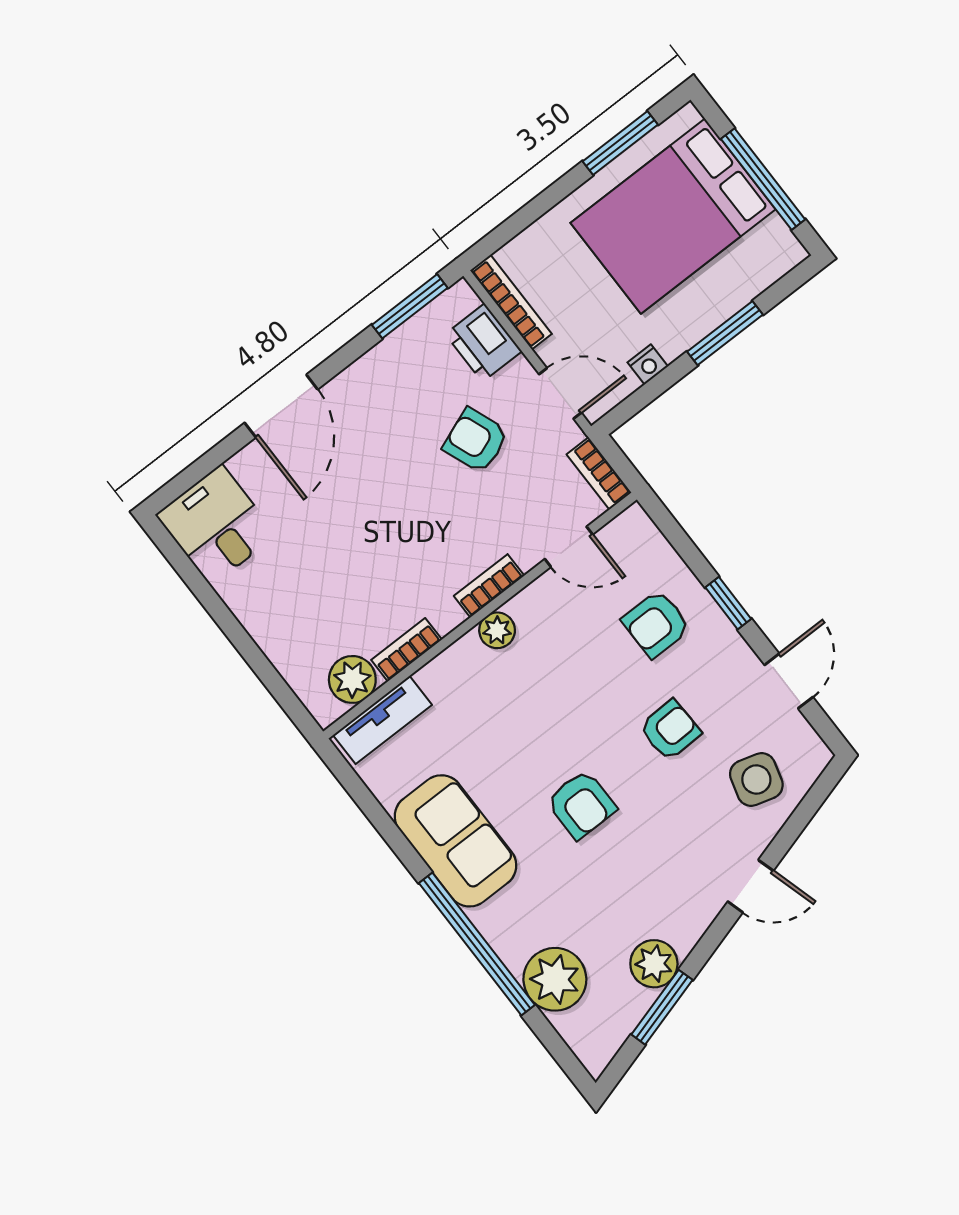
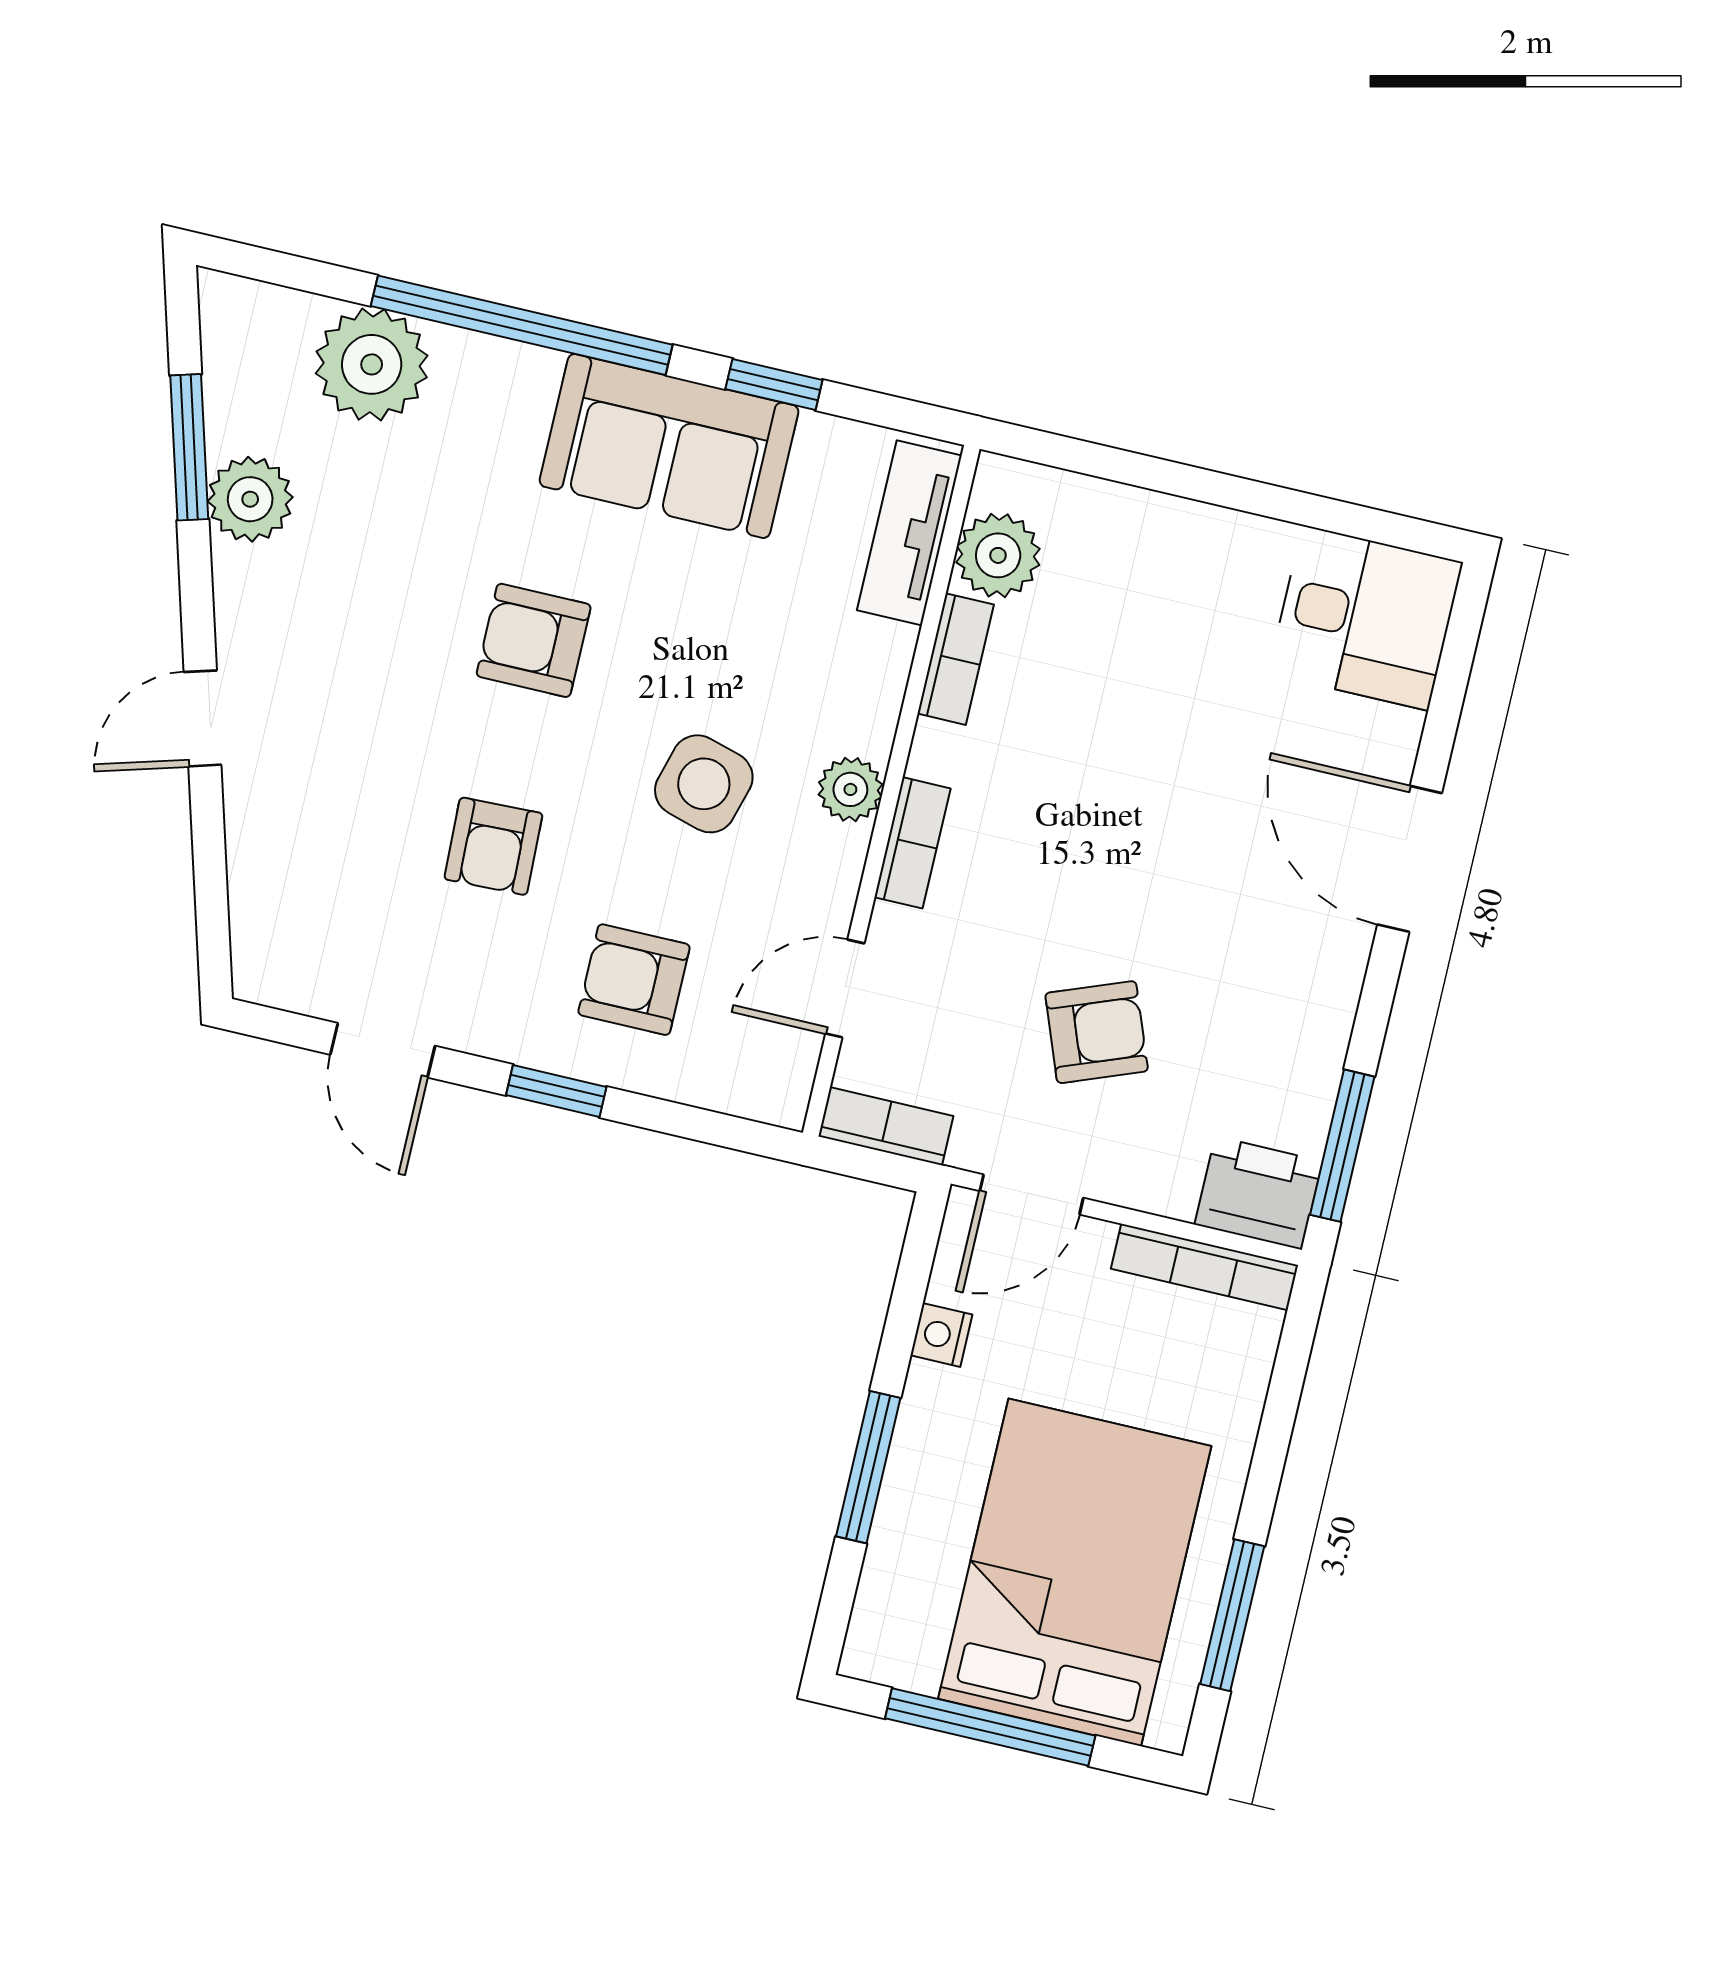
printer: (483, 343) -> (1259, 1193), moved
armchair: (656, 624) -> (634, 980), turned -90
side table: (756, 779) -> (704, 784), moved
window: (389, 831) -> (774, 384), added

